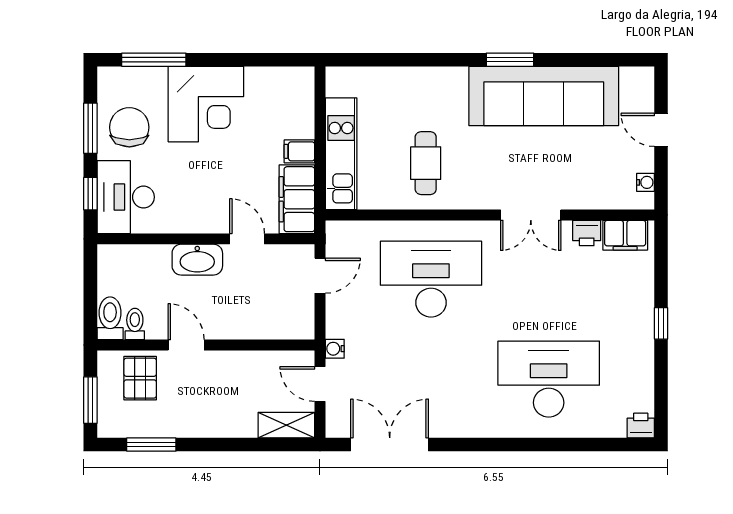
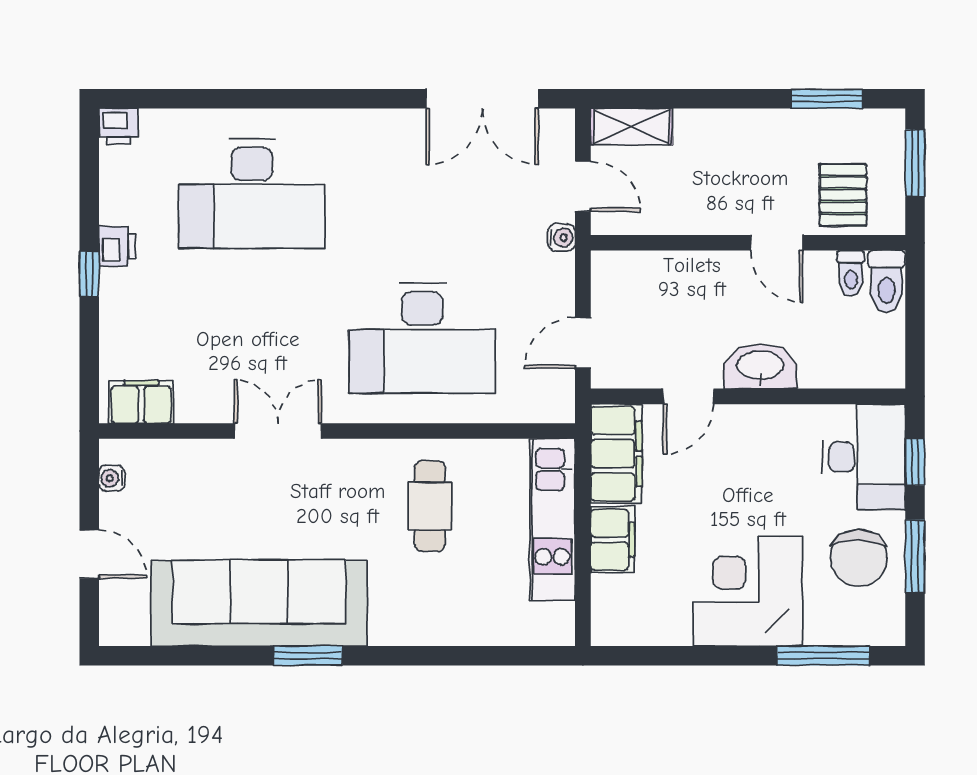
filing cabinet: (299, 151) -> (613, 540), width x2.00
printer: (587, 233) -> (117, 246), moved, turned 90
door: (247, 239) -> (688, 396), hinge flipped

